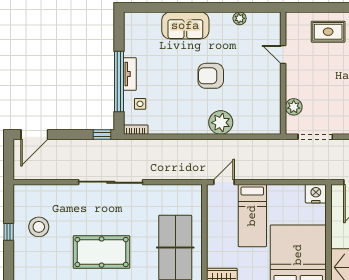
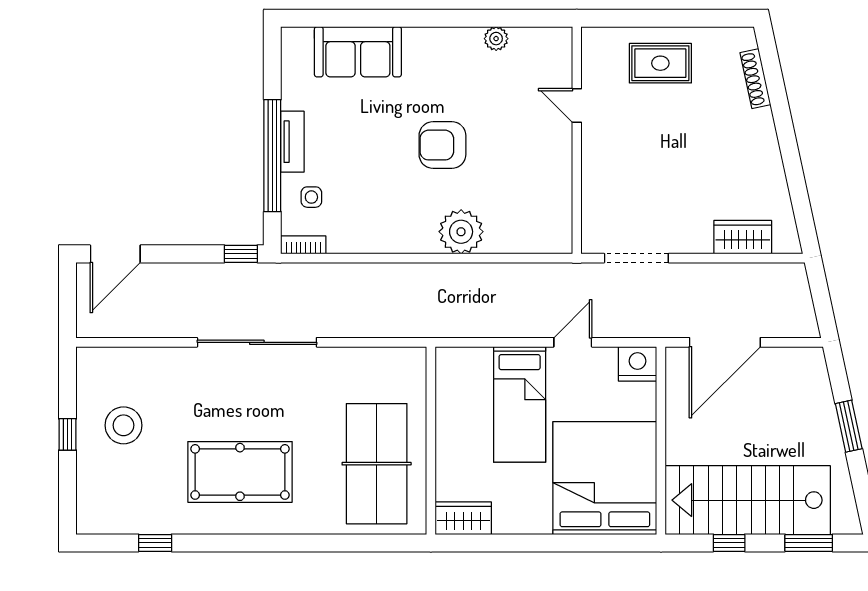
sofa: (185, 26) -> (358, 52), moved
plant: (294, 107) -> (596, 203), removed
door: (224, 182) -> (573, 342), moved

